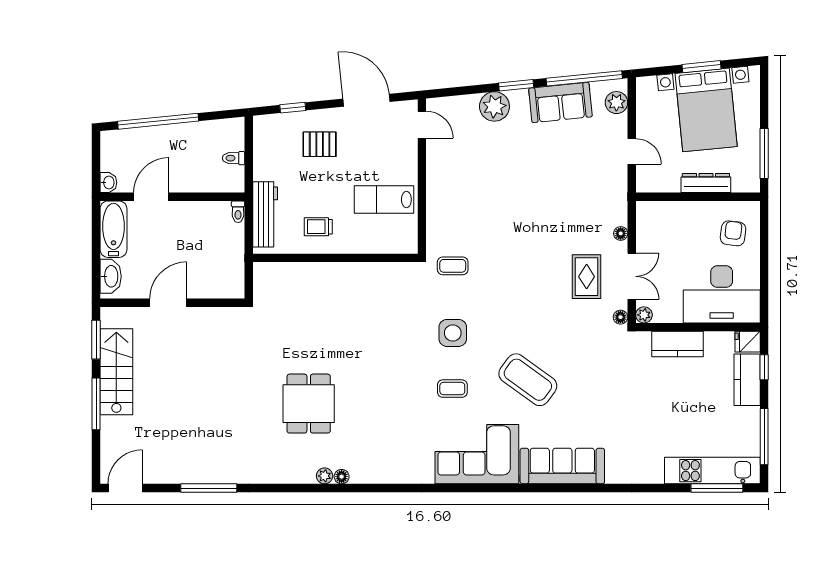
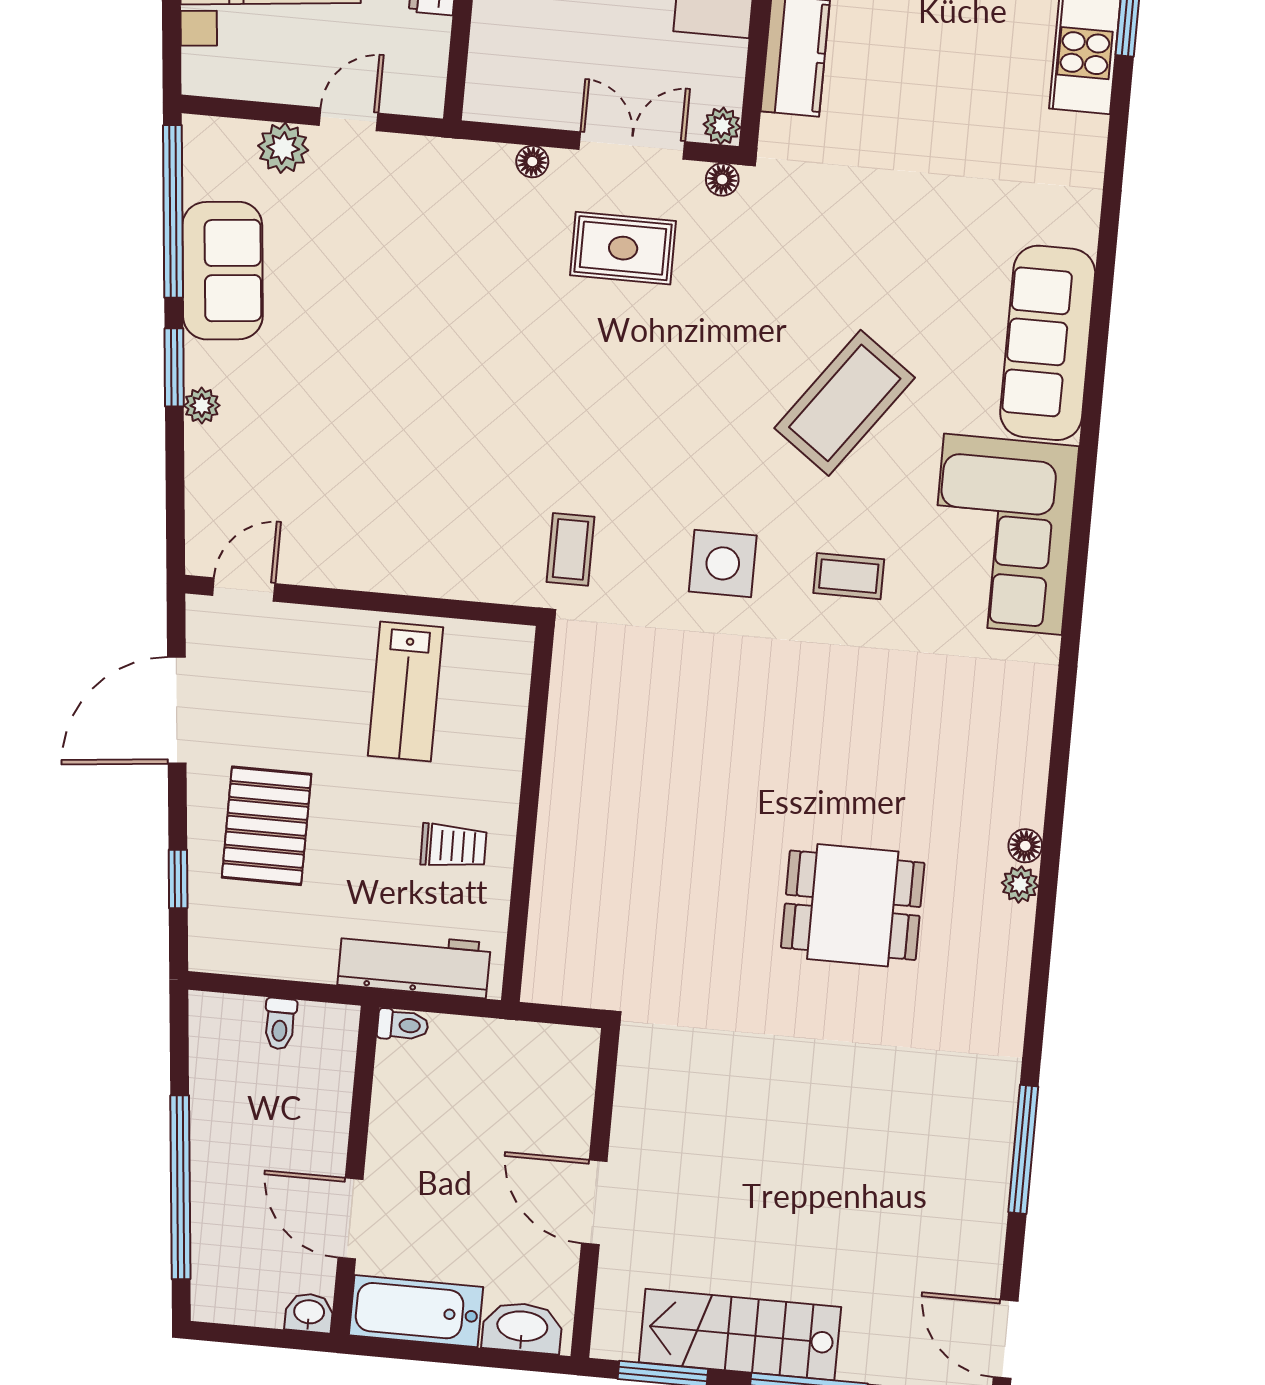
plant: (616, 103) -> (283, 148), moved
plant: (494, 106) -> (202, 406), width x0.53, depth x0.53
pallet: (320, 144) -> (267, 826), width x1.50, depth x1.42
trolley: (318, 227) -> (453, 846), turned -91
coffee table: (452, 389) -> (849, 576), turned 90

